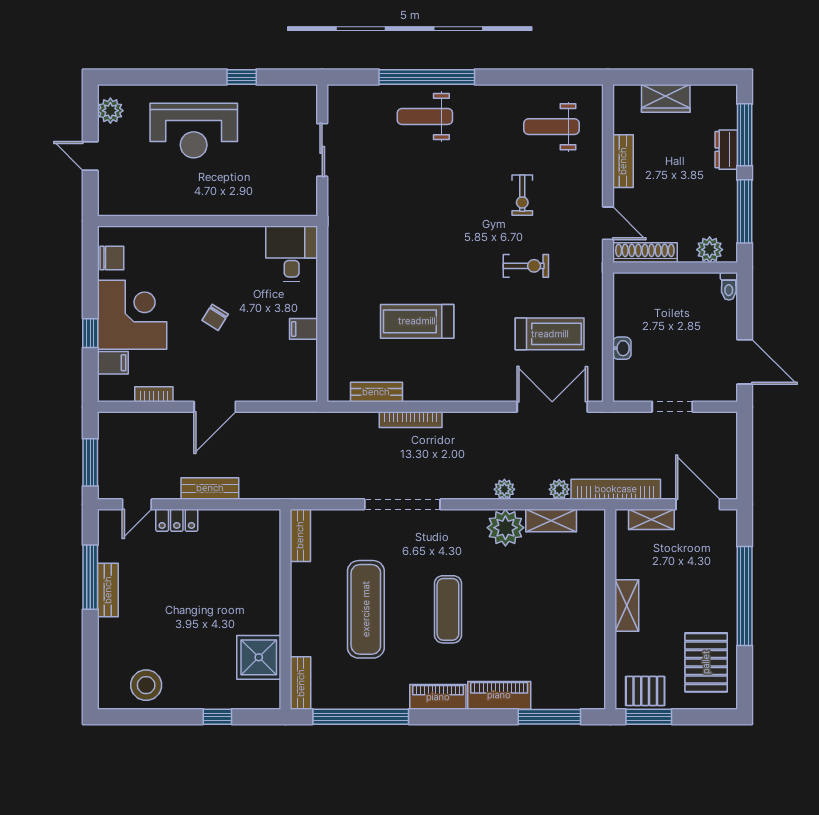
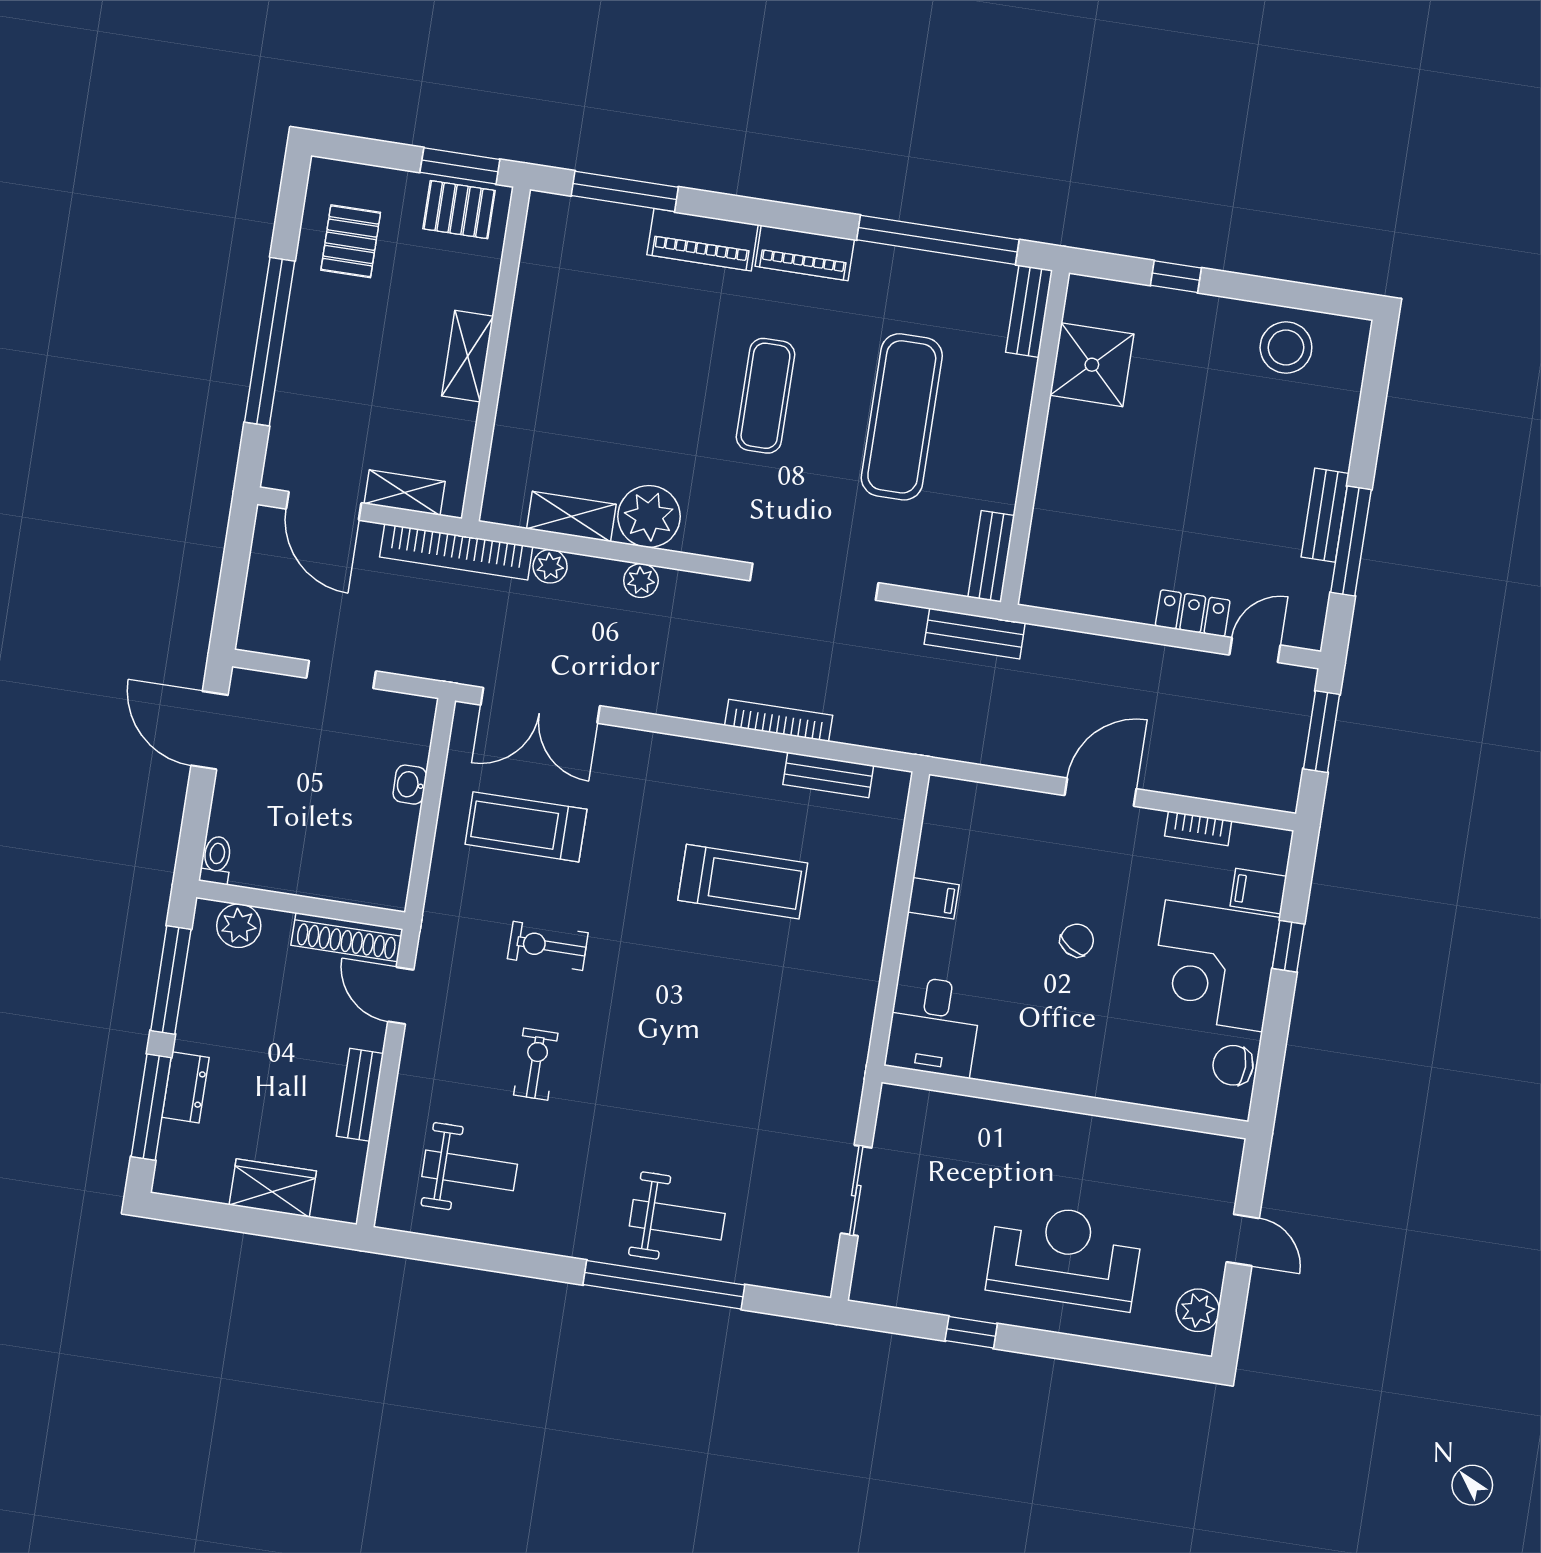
bench: (210, 488) -> (975, 634), moved
pallet: (706, 662) -> (351, 241), width x0.67, depth x0.71

